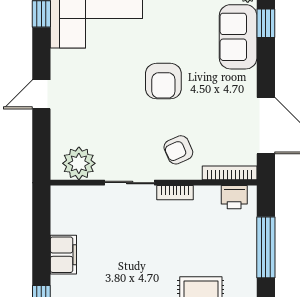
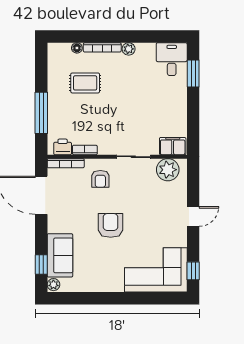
armchair: (178, 150) -> (100, 179), turned 114
bookcase: (175, 193) -> (85, 150), moved
filing cabinet: (63, 255) -> (173, 146), moved, turned 90

